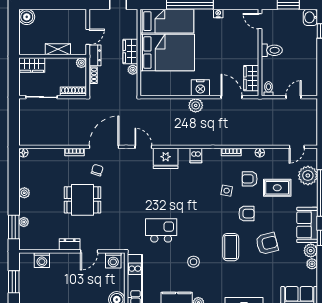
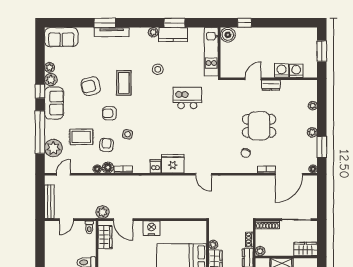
plant: (196, 105) -> (102, 212), moved
bench: (312, 117) -> (49, 202), added
door: (104, 147) -> (289, 174), moved
floor lamp: (248, 154) -> (108, 168), added
fridge: (166, 158) -> (173, 164), moved
armchair: (250, 179) -> (106, 145), turned -86
window: (14, 227) -> (322, 147), moved
kitchen island: (161, 230) -> (187, 98), turned 180
washing machine: (113, 260) -> (281, 71), moved

